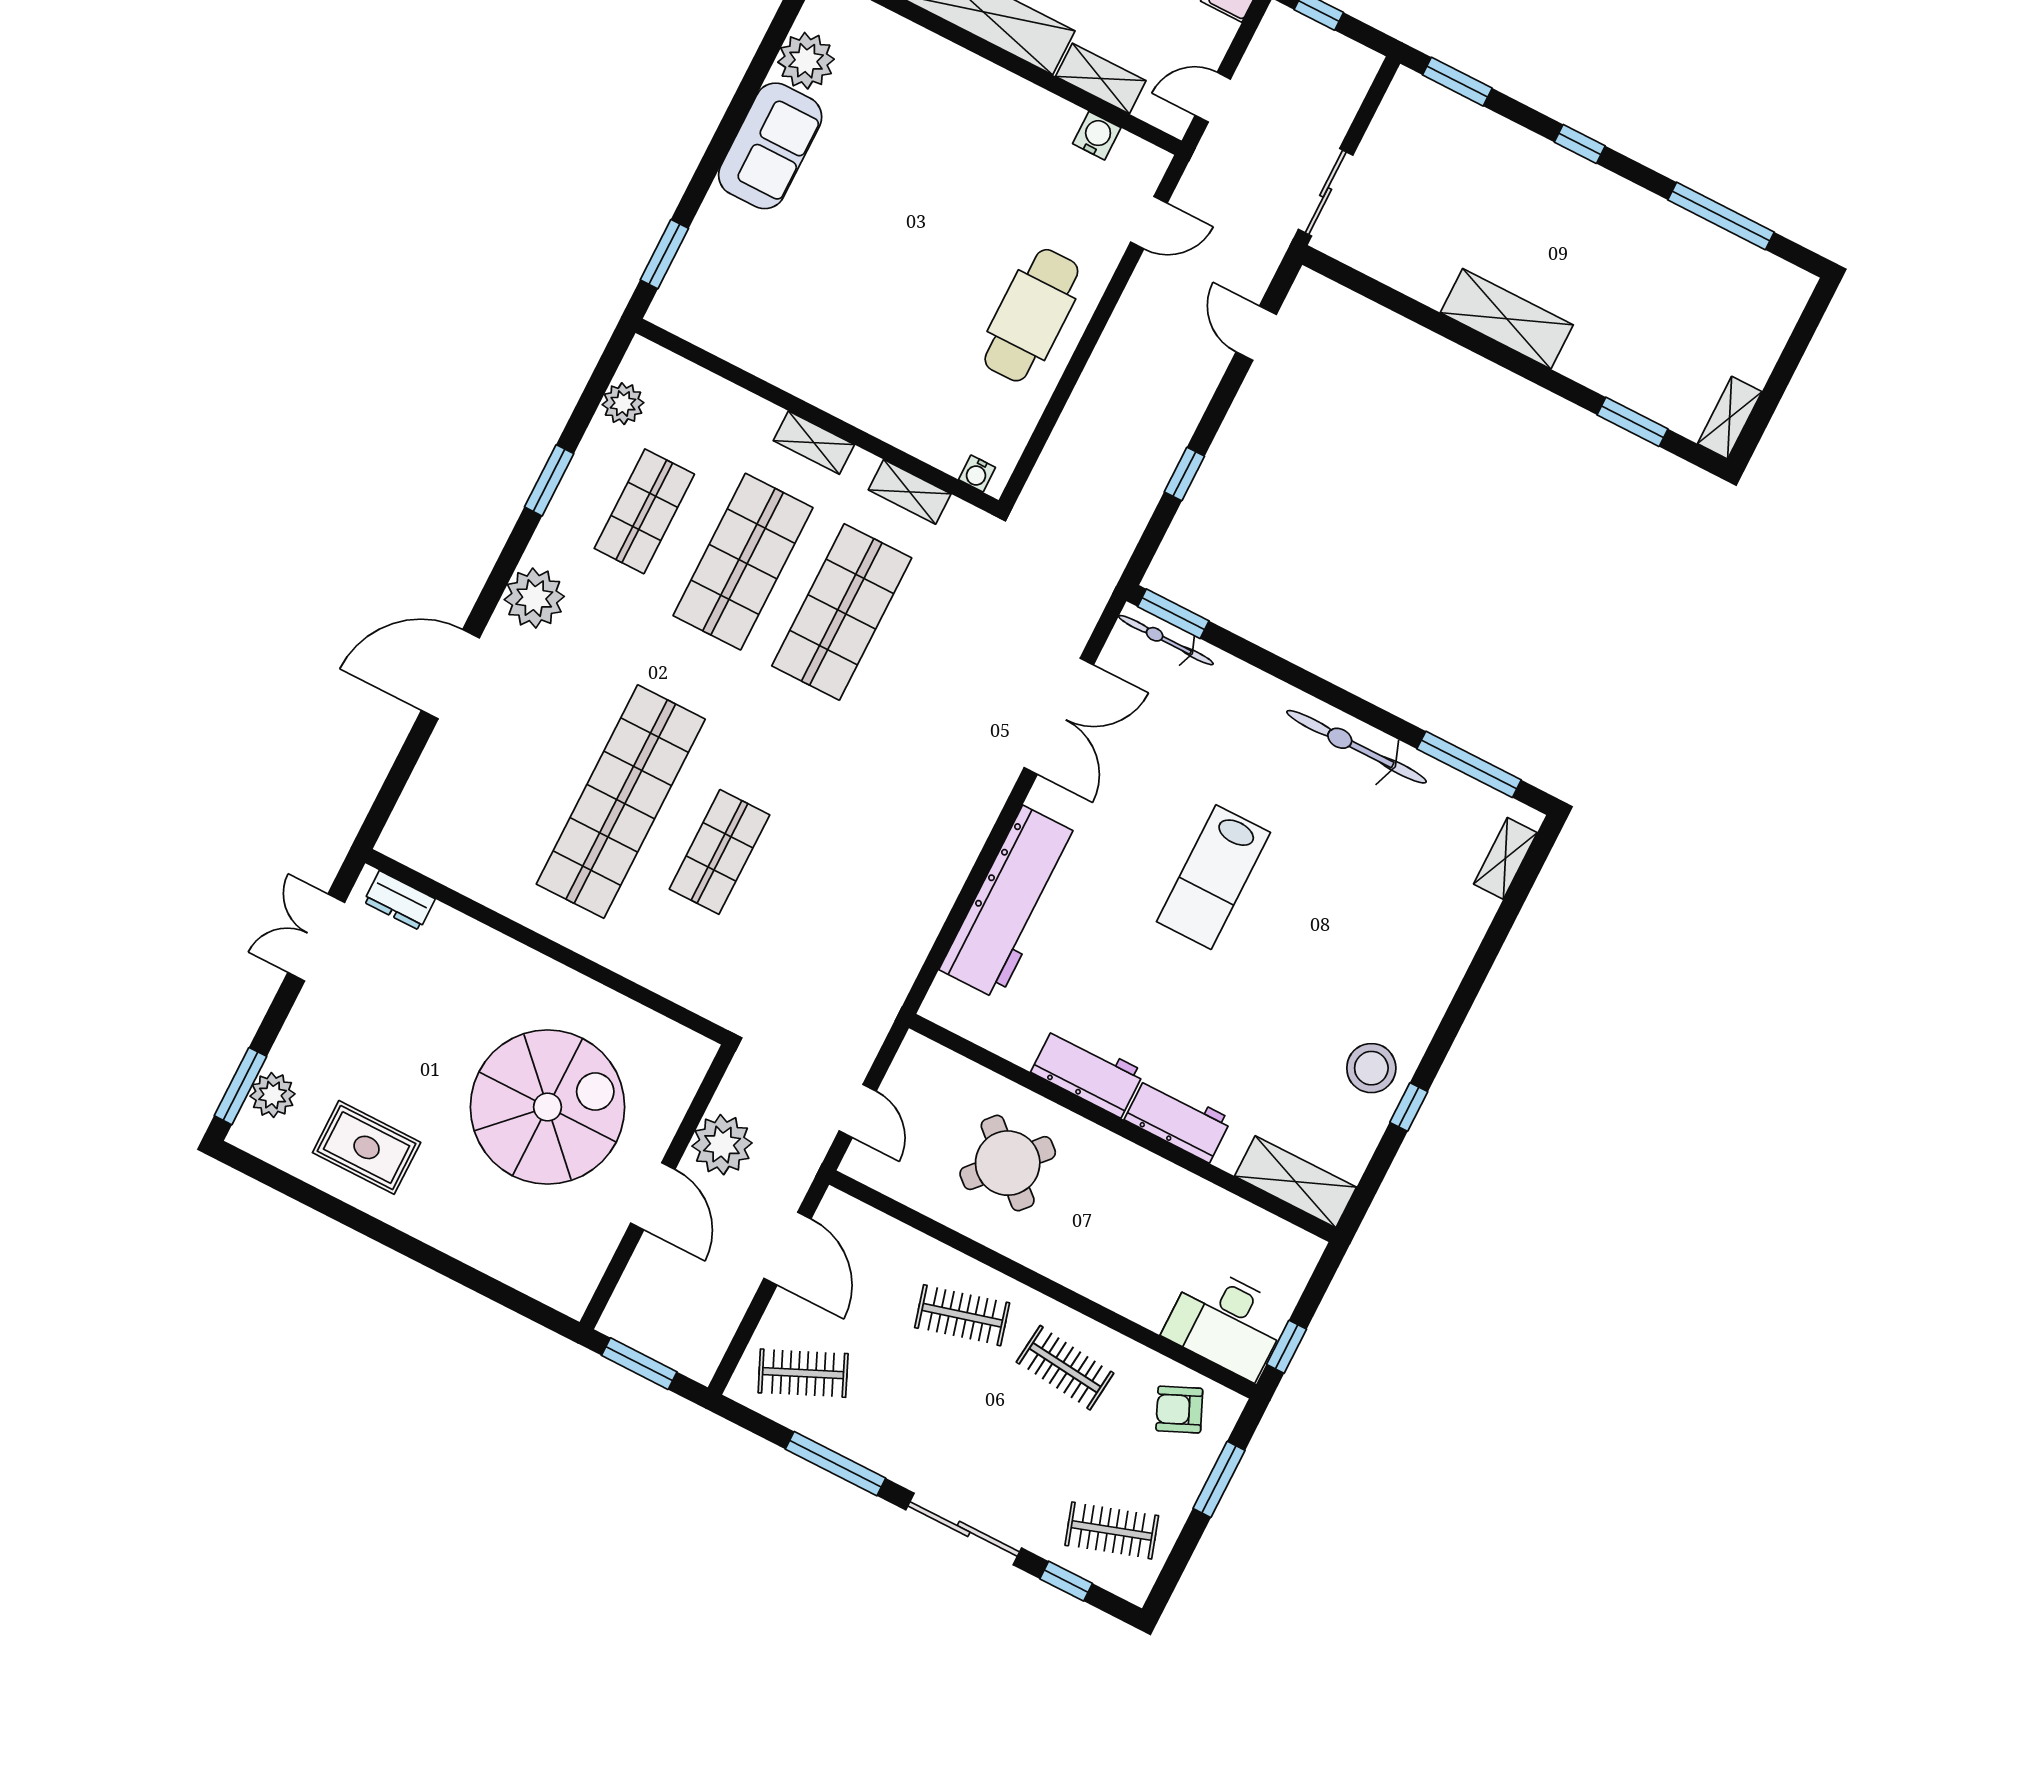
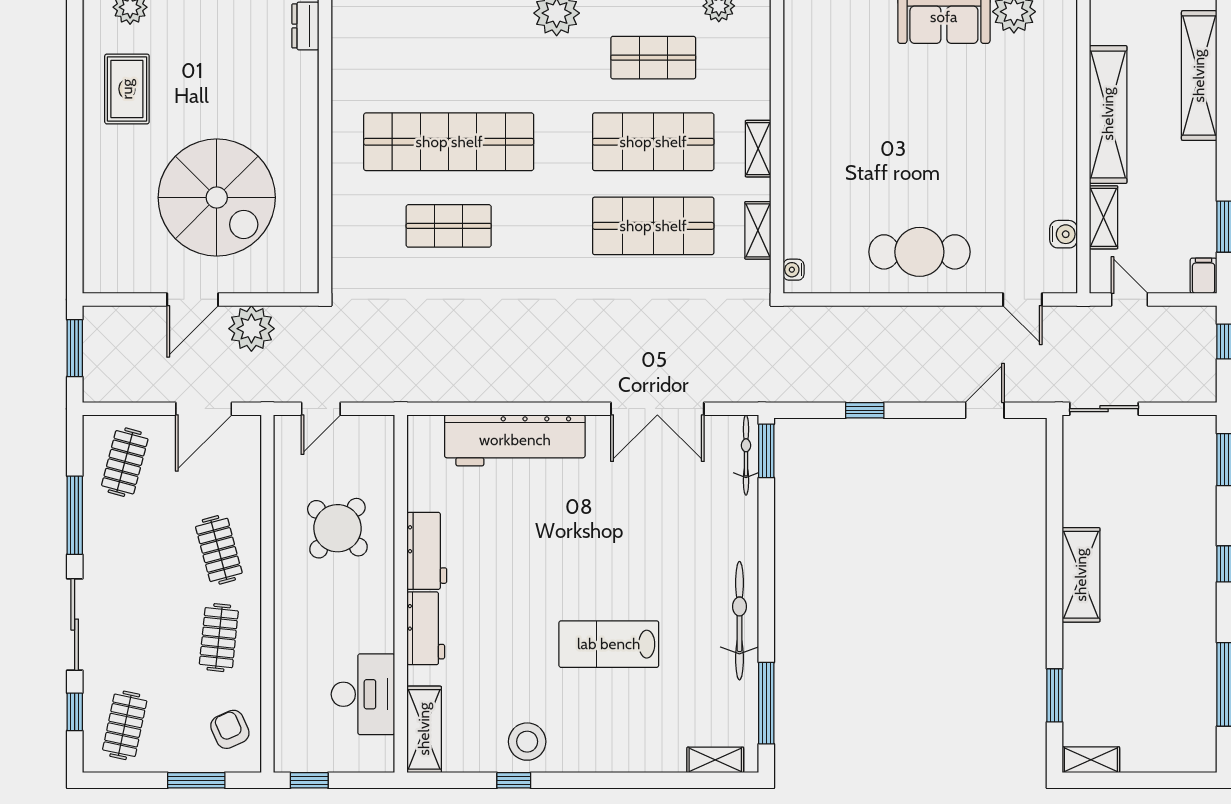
lab bench: (1214, 877) -> (609, 644), moved
desk: (1226, 1322) -> (363, 694), moved, turned 180
clothes rail: (803, 1373) -> (125, 462), turned 39
clothes rail: (1112, 1530) -> (125, 725), turned 30

